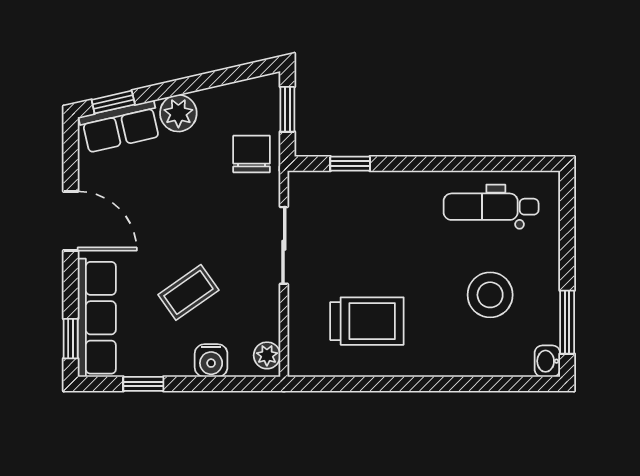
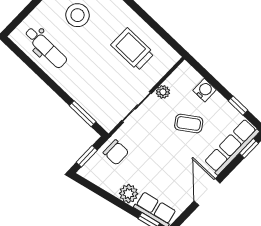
chair: (252, 154) -> (116, 152), turned -90
window: (350, 164) -> (83, 114), width x1.50
plant: (267, 355) -> (163, 92), moved

